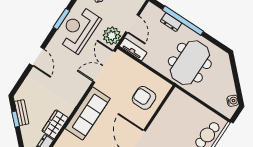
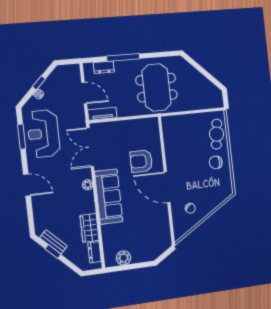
window: (183, 21) -> (123, 57), width x0.68
dresser: (171, 22) -> (104, 67), moved
plant: (112, 36) -> (88, 185), moved, width x0.53, depth x0.53
armchair: (144, 98) -> (141, 161), moved
water cooler: (233, 101) -> (214, 91), removed

